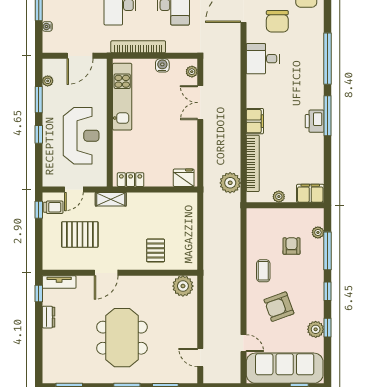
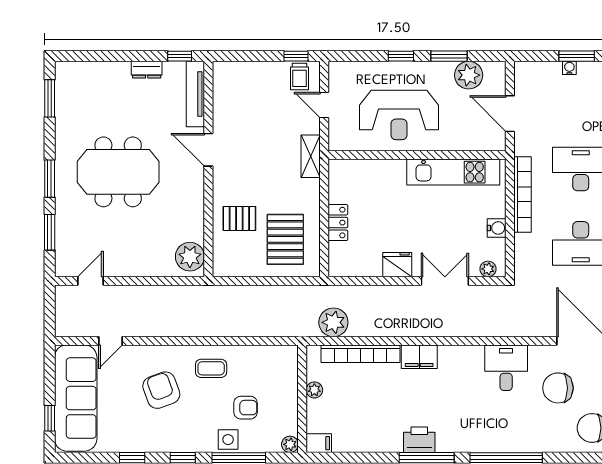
water cooler: (47, 26) -> (569, 68), moved
plant: (48, 81) -> (469, 75), width x1.88, depth x1.88
fridge: (184, 178) -> (397, 265), moved, turned -90
locker: (131, 180) -> (338, 223), moved
filing cabinet: (310, 193) -> (319, 443), width x0.50
plant: (318, 232) -> (290, 444), moved
pallet: (80, 234) -> (285, 239), moved
side table: (314, 259) -> (228, 440), added
tv unit: (59, 282) -> (195, 94), width x1.41
plant: (316, 329) -> (130, 441), removed

